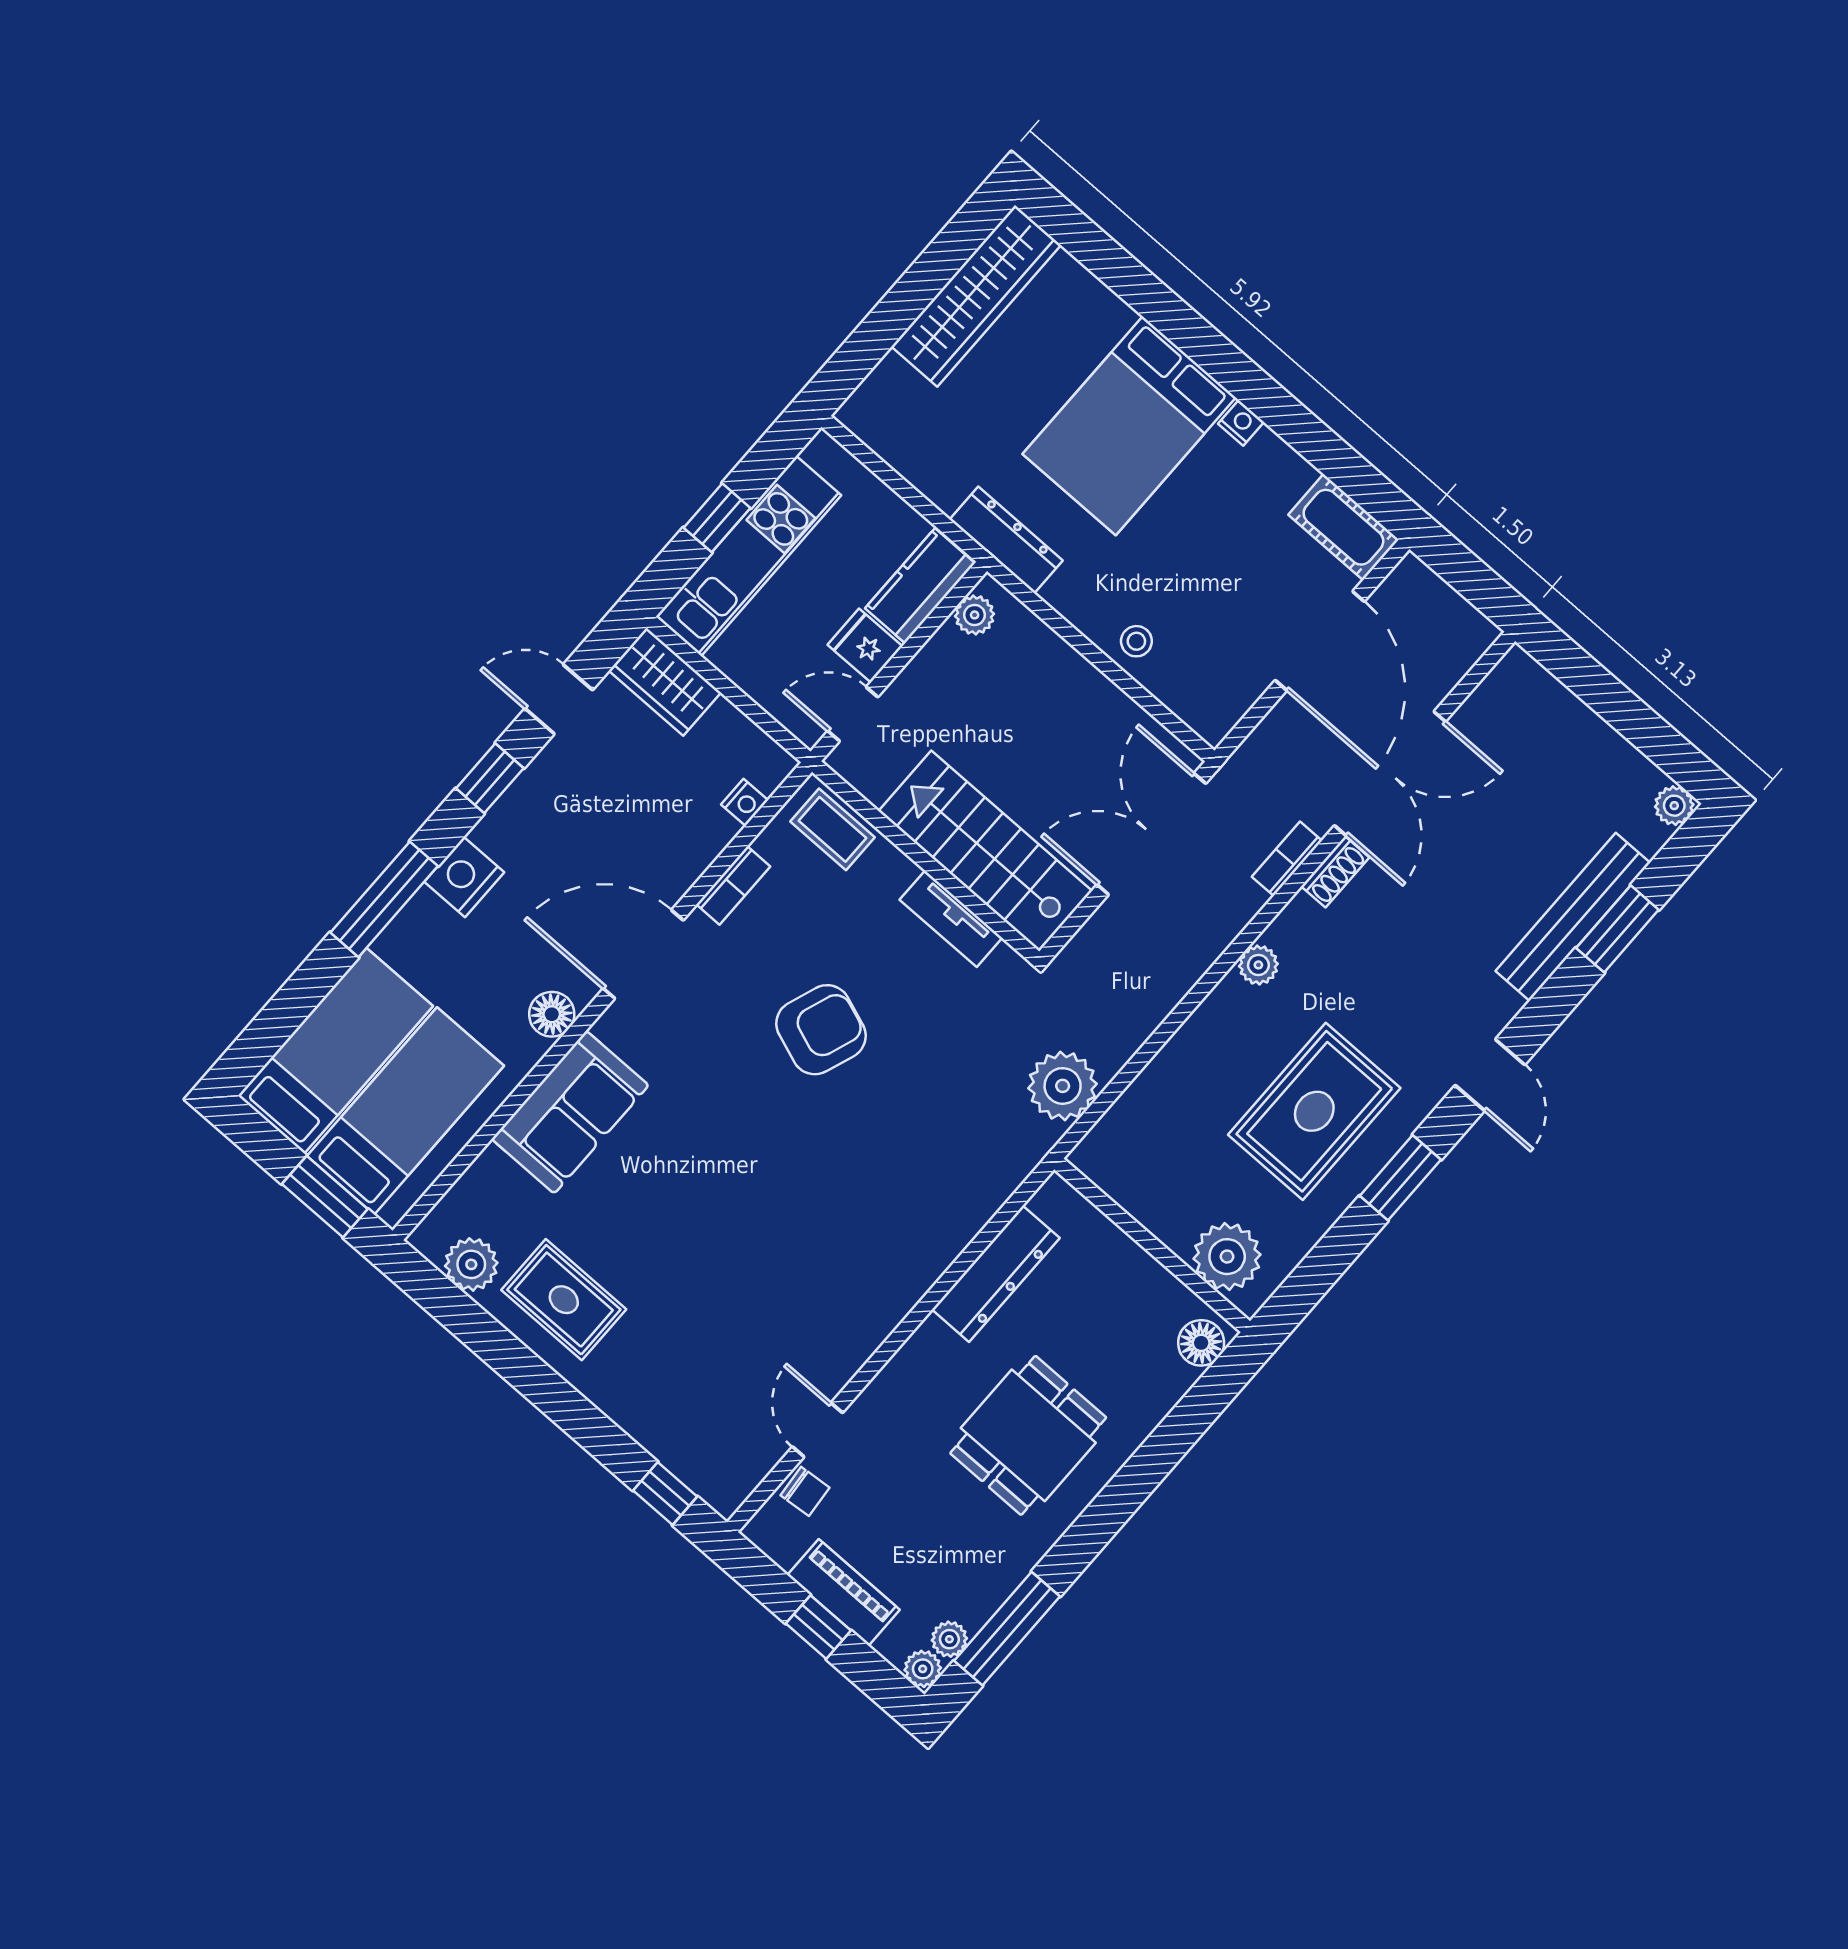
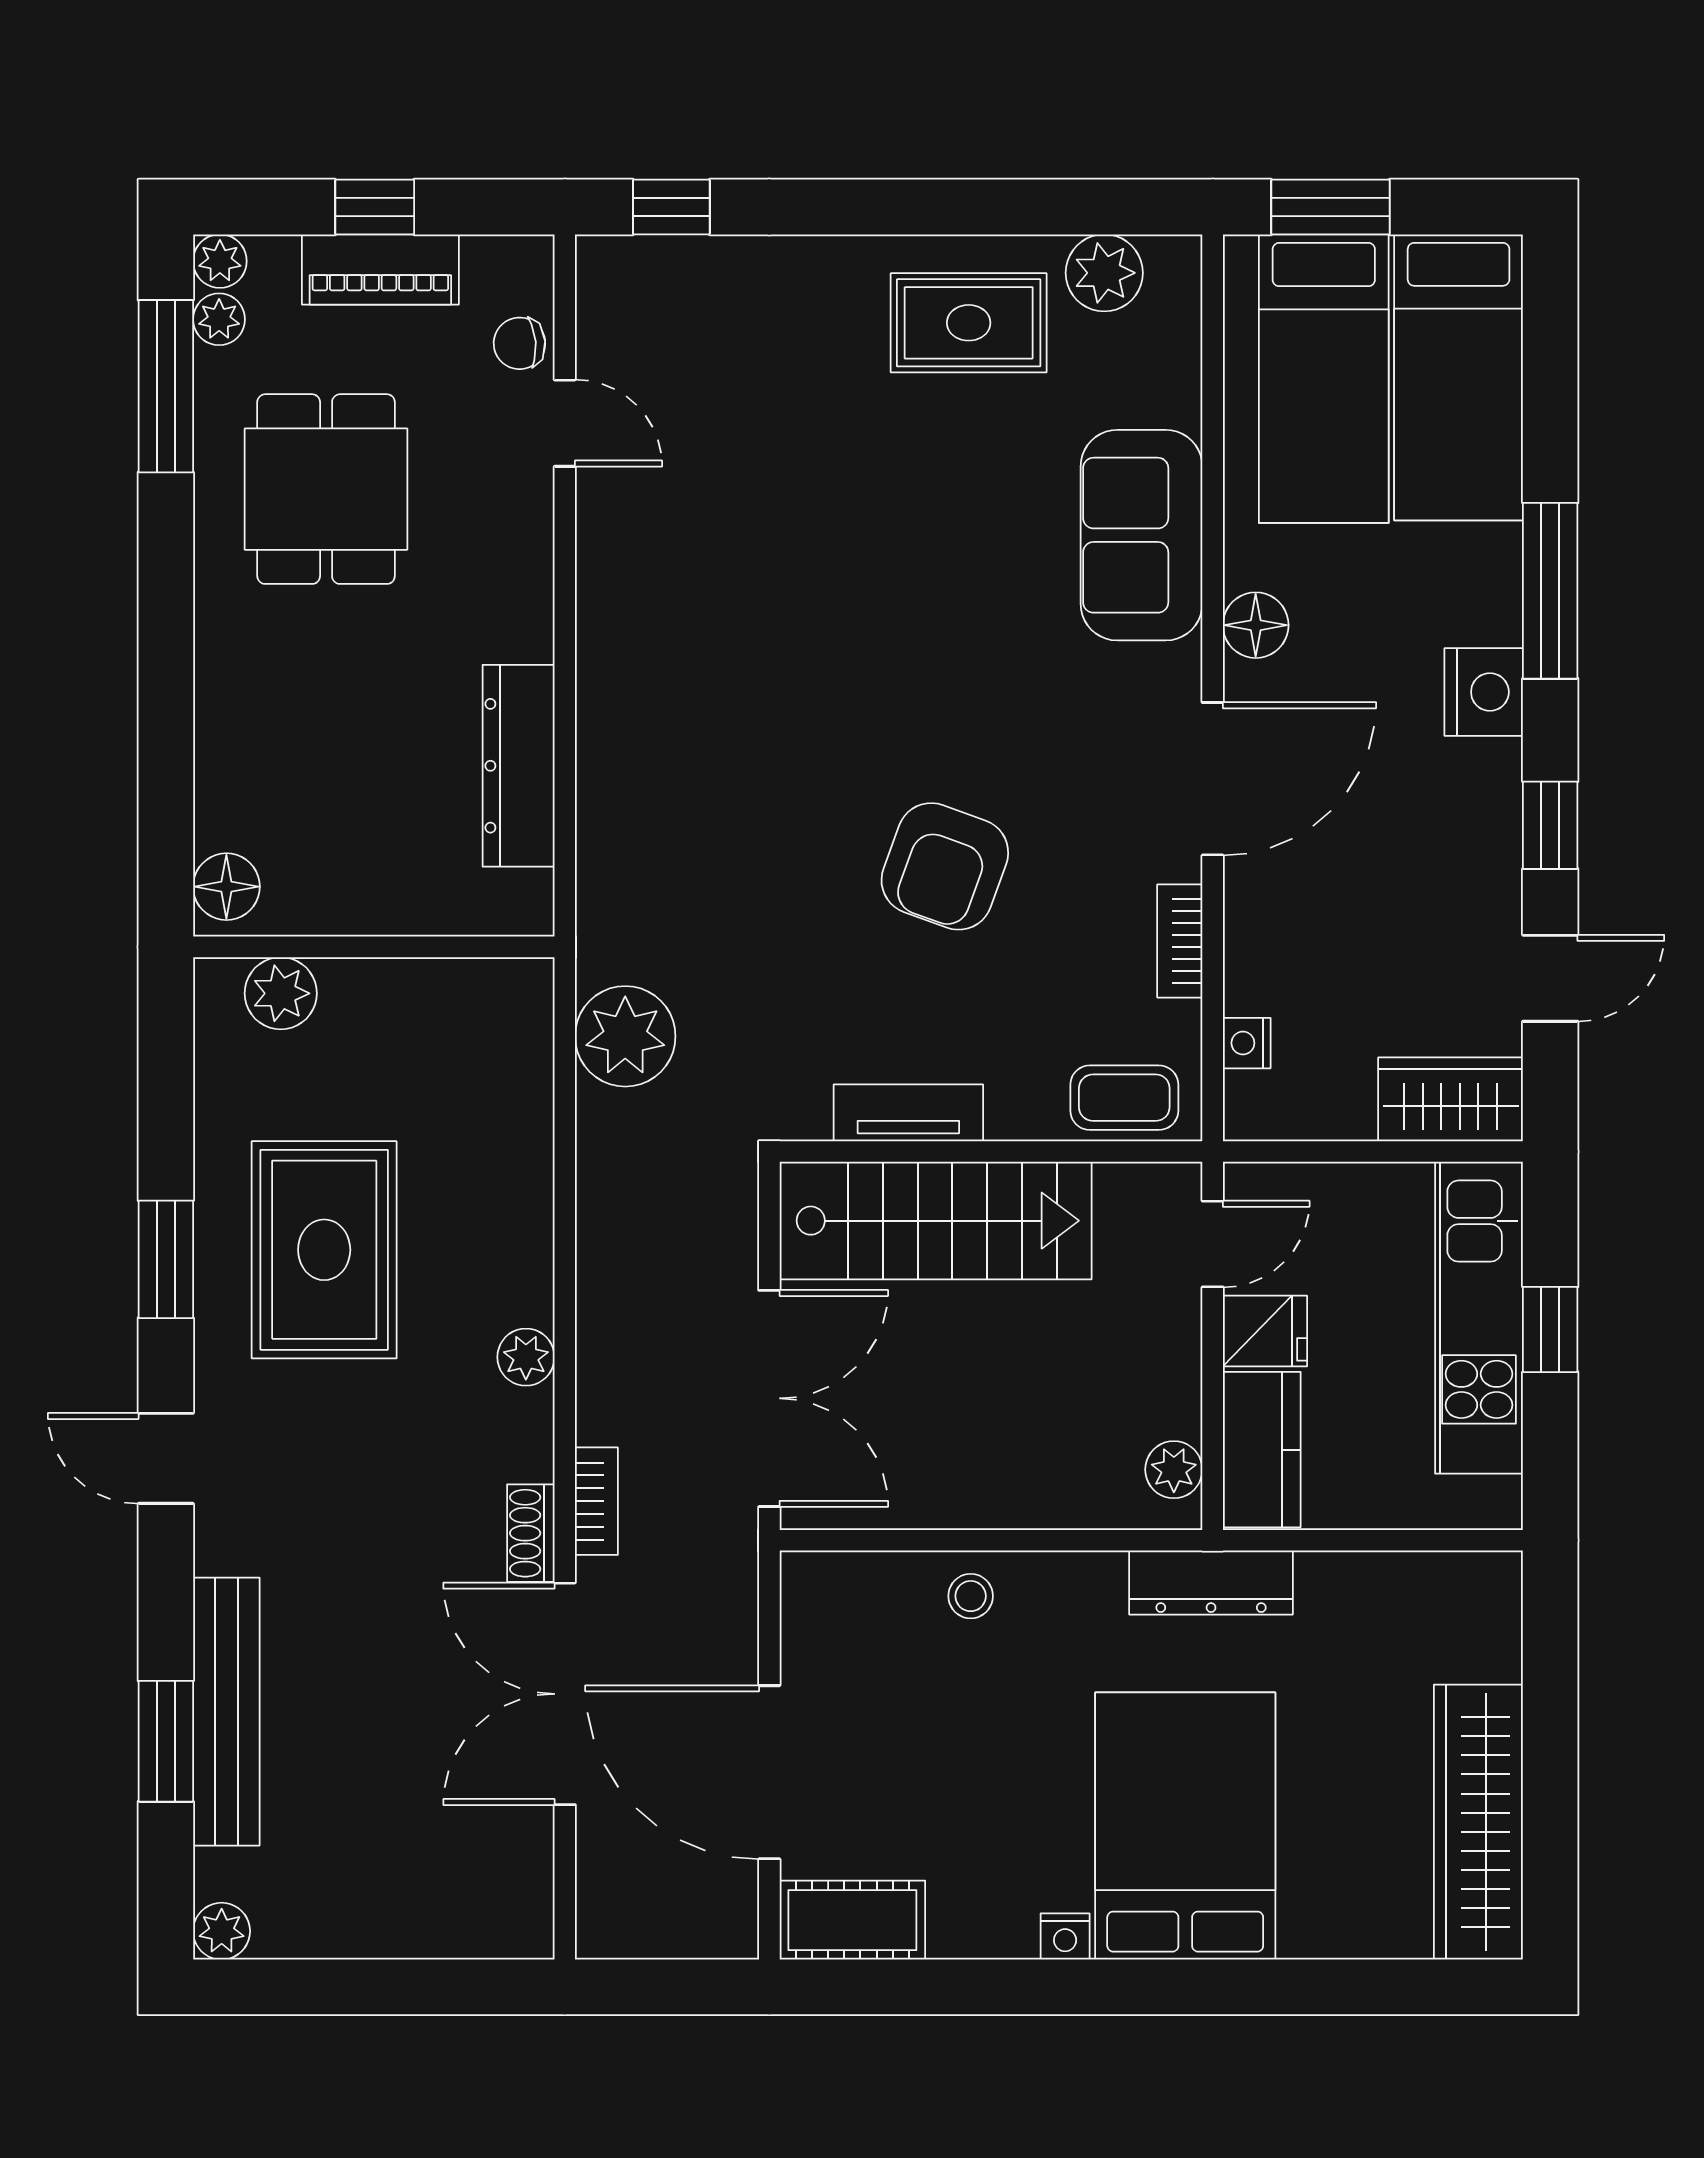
plant: (1227, 1257) -> (281, 993), width x0.73, depth x0.73
dining table: (1028, 1435) -> (326, 489), moved

